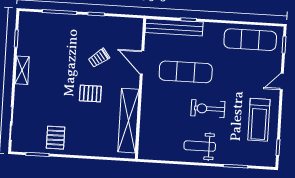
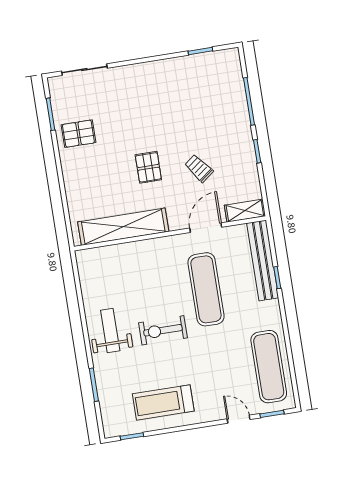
shelving: (22, 70) -> (245, 211), moved
door: (282, 81) -> (239, 419), moved
exercise bike: (208, 109) -> (163, 330), turned -90

